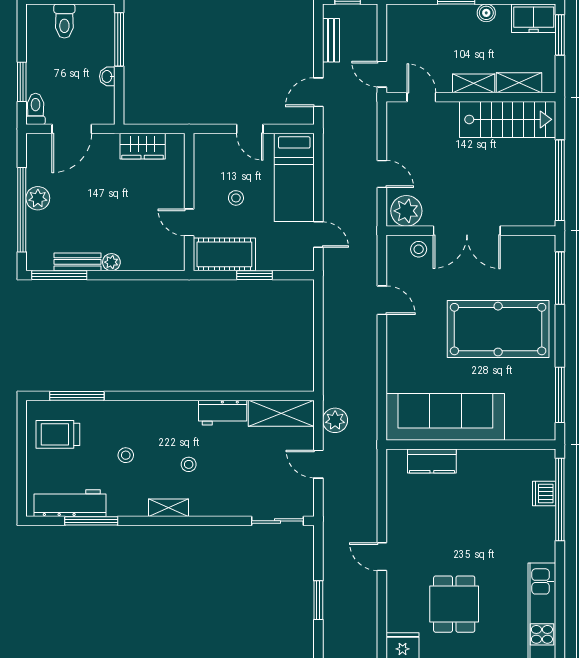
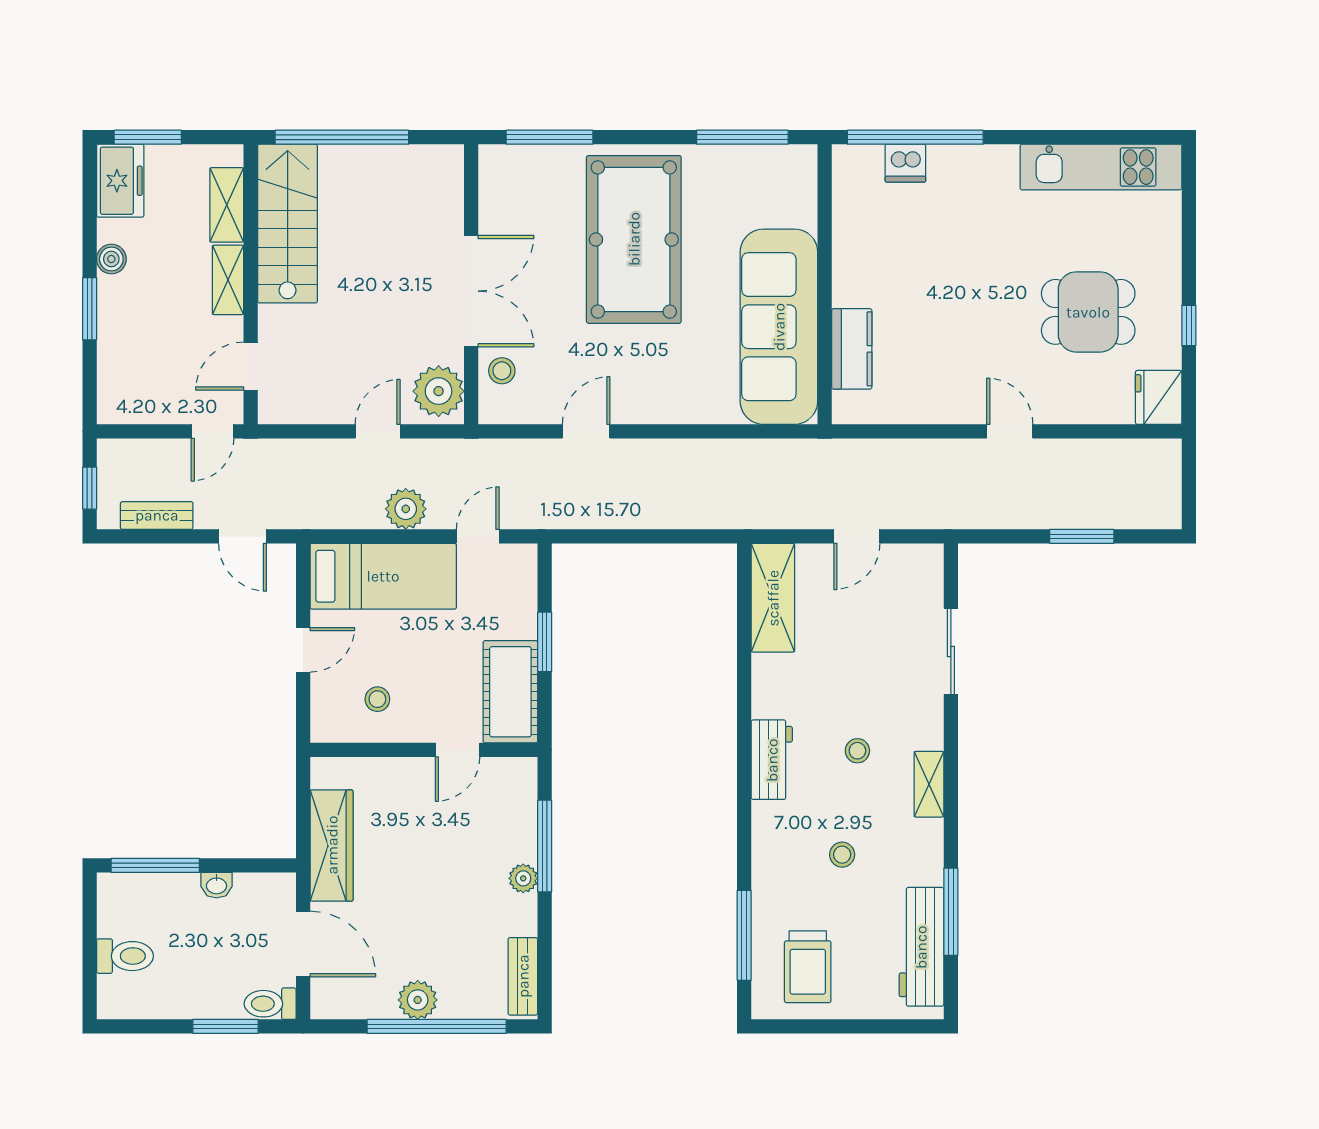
wardrobe: (143, 146) -> (332, 845), width x1.50
window: (560, 180) -> (342, 137), moved
stool: (236, 198) -> (377, 699), moved
bench: (78, 262) -> (523, 976), moved
window: (59, 275) -> (545, 846), moved
workbench: (223, 413) -> (772, 760), moved
plant: (335, 420) -> (406, 509), moved
sliding door: (278, 521) -> (951, 652), moved
door: (382, 557) -> (1010, 431), swing flipped

